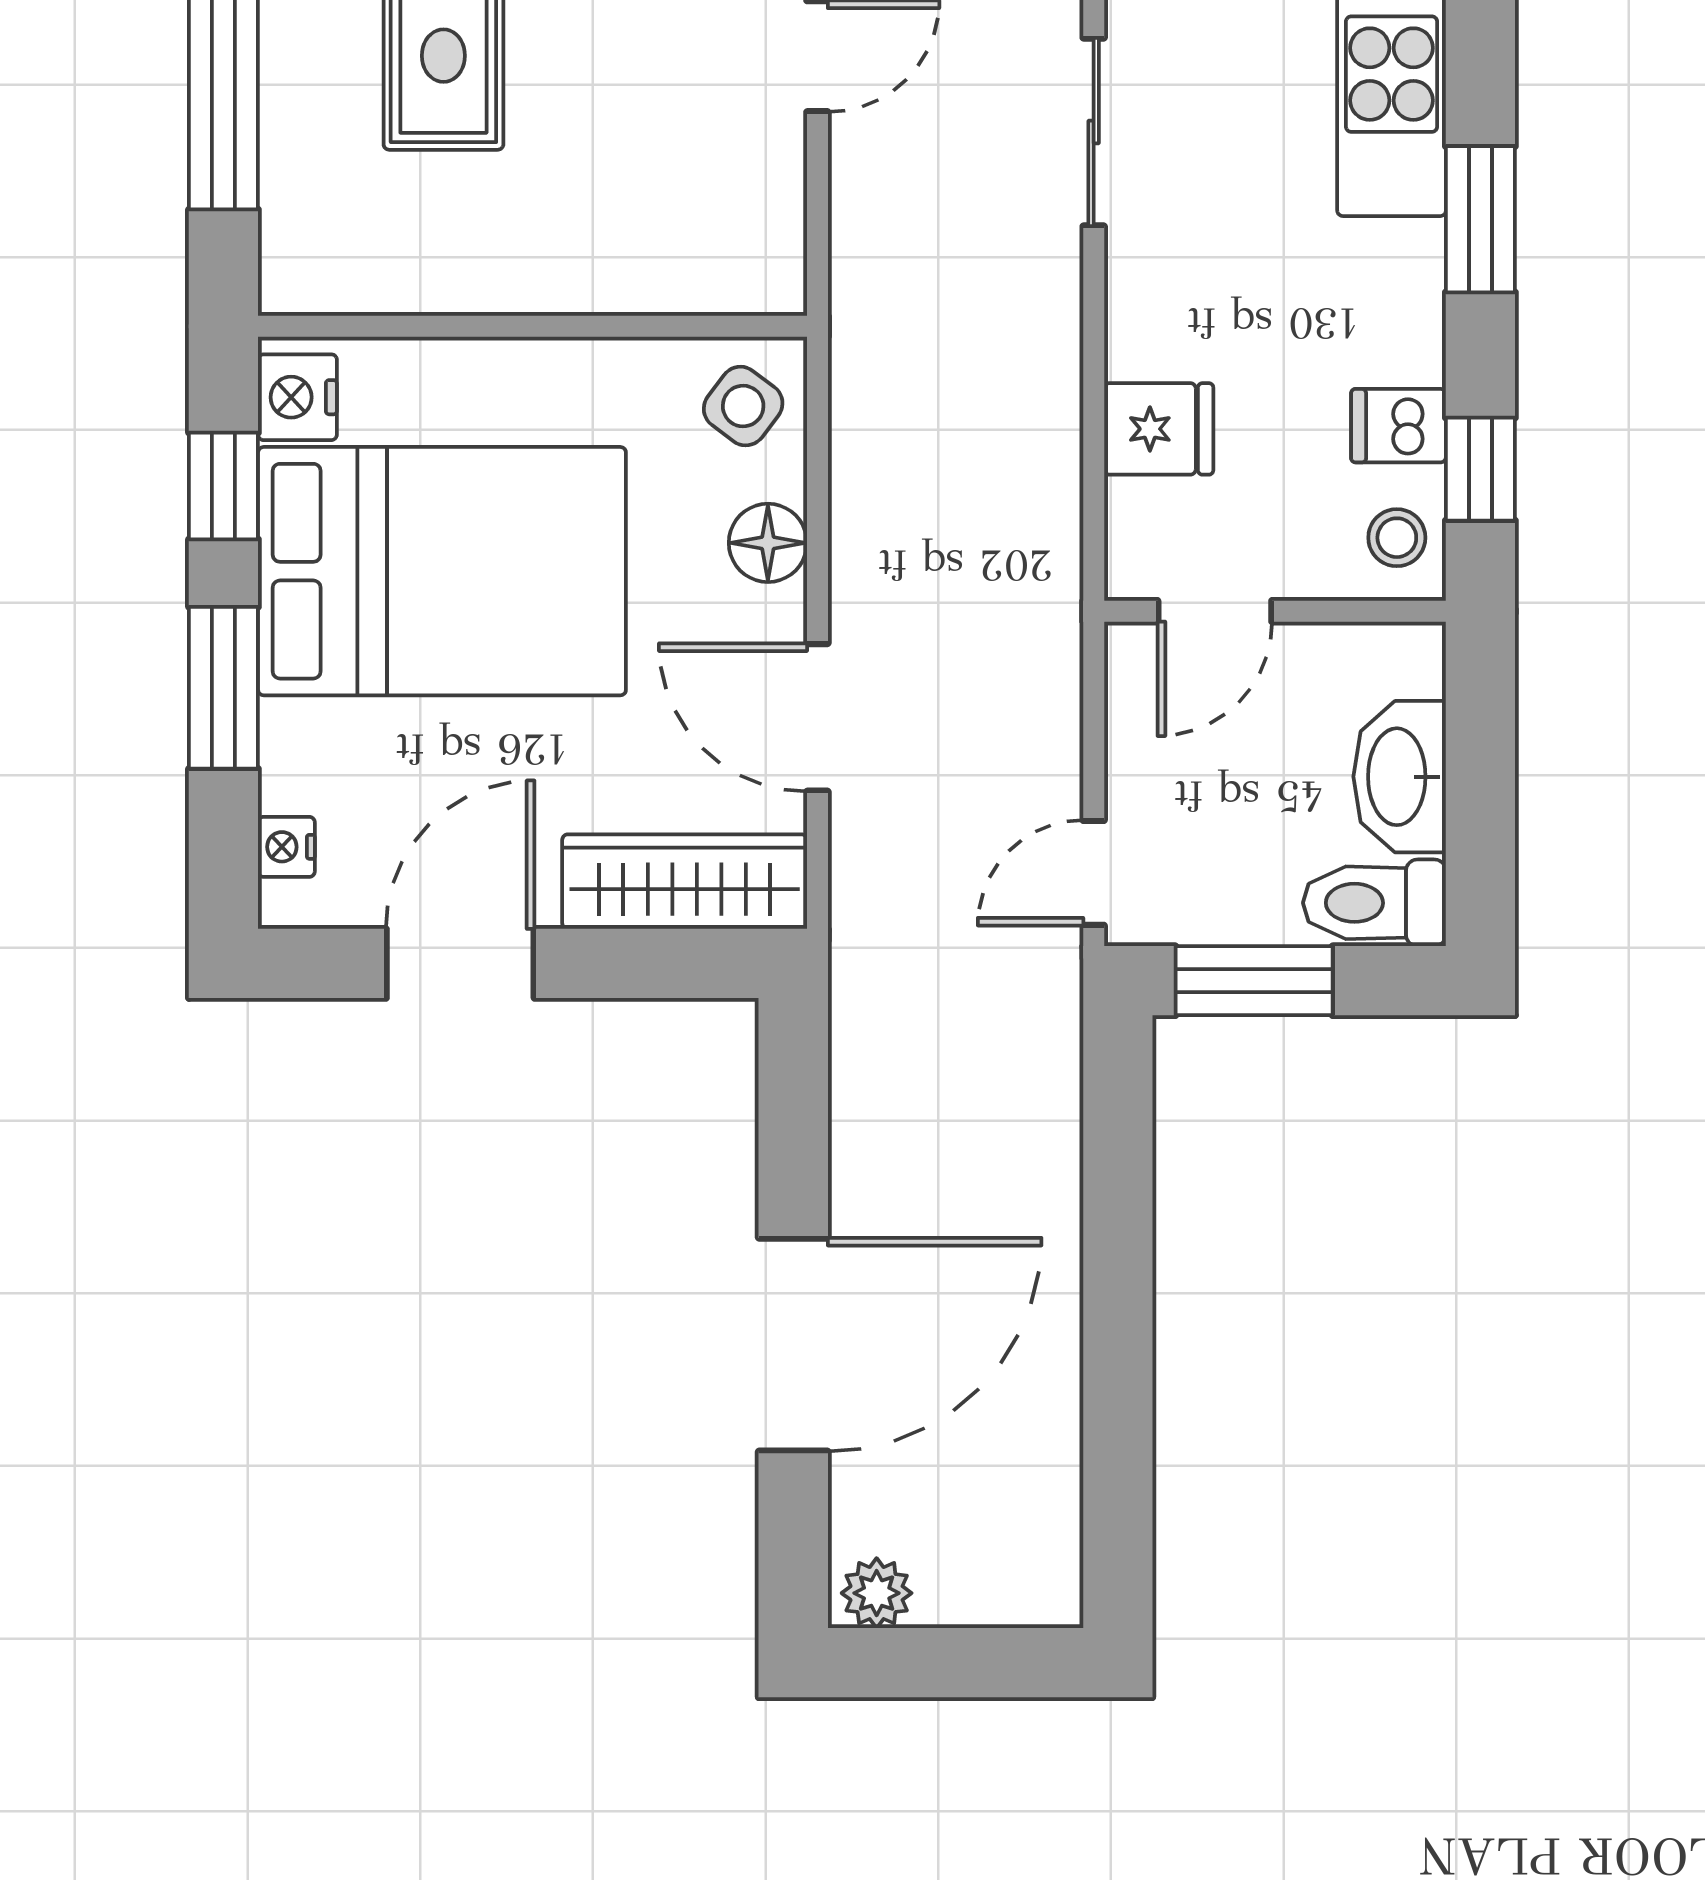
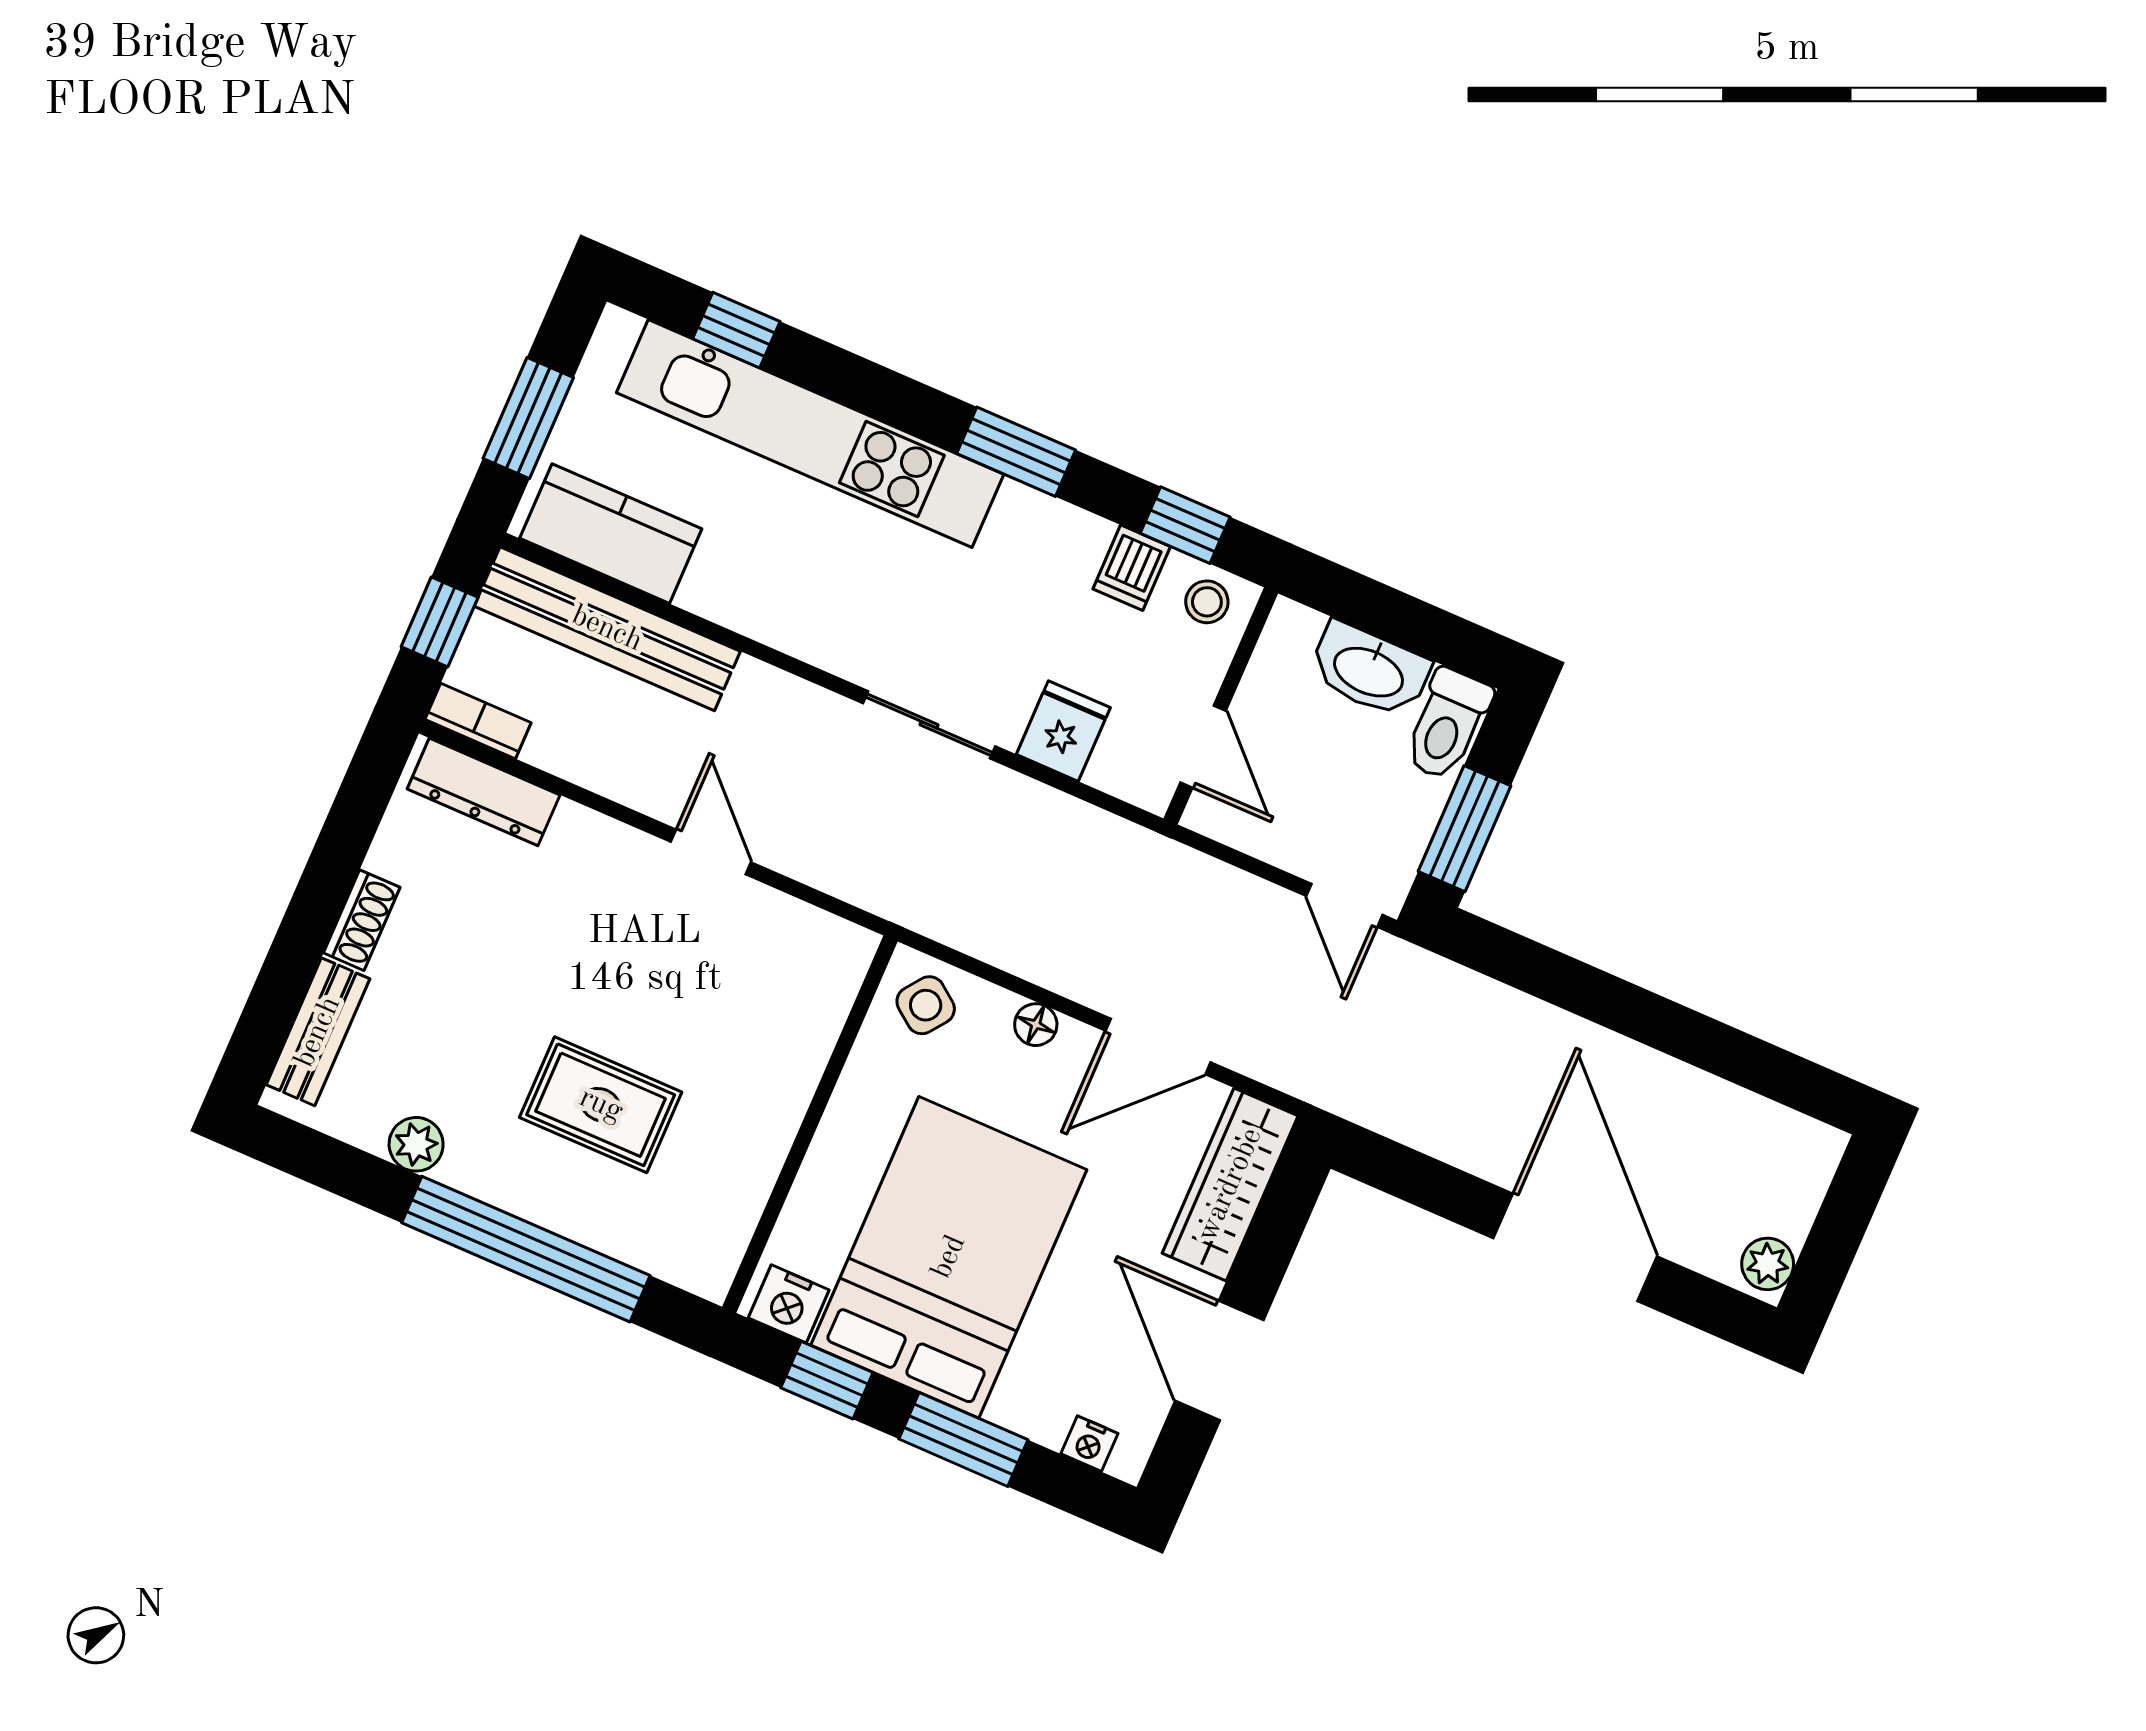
sliding door: (1094, 132) -> (929, 725), moved
floor lamp: (768, 543) -> (1036, 1025), width x0.73, depth x0.73

